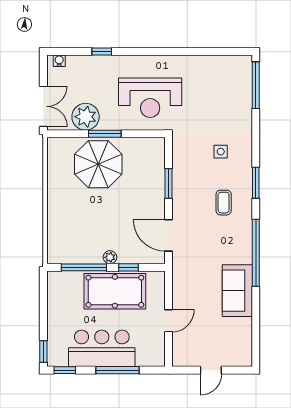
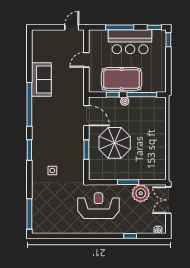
parasol: (98, 164) -> (115, 143), moved
coffee table: (224, 203) -> (50, 137), removed
door: (211, 370) -> (72, 27), moved

